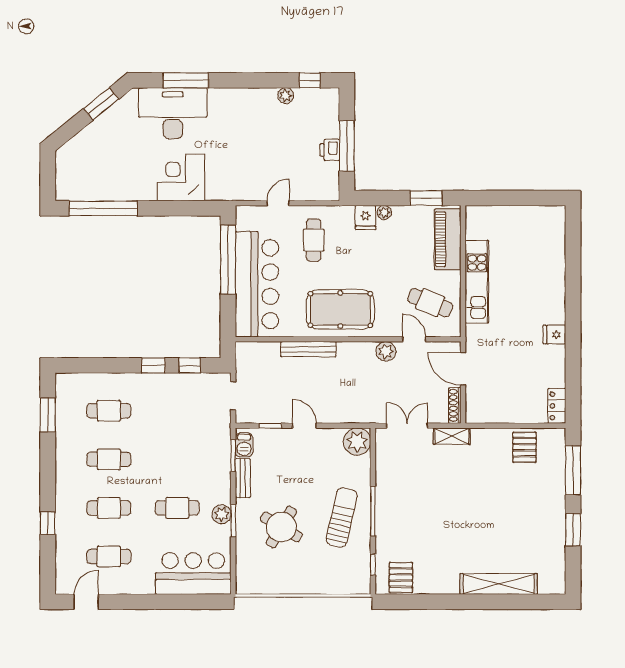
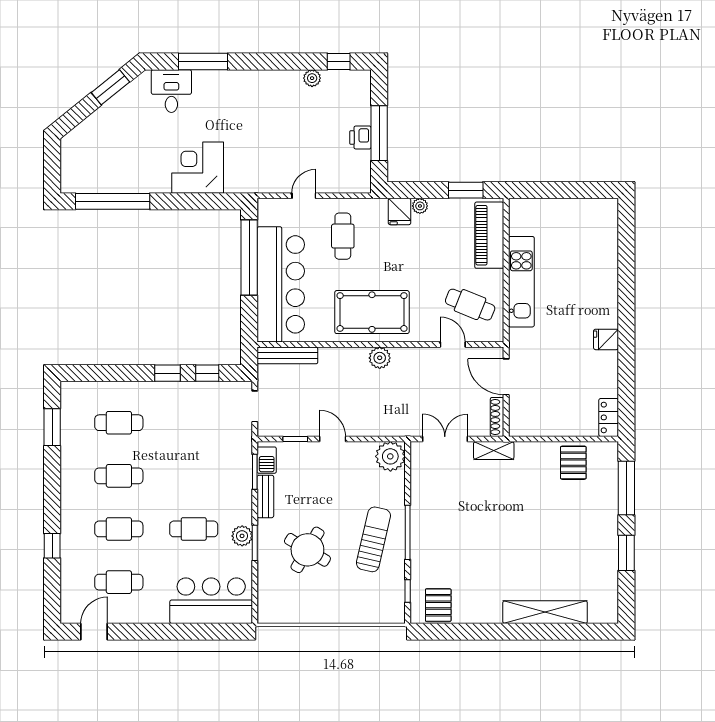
desk: (173, 113) -> (171, 91), width x0.53, depth x0.77
bench: (308, 349) -> (287, 355), moved
plant: (386, 351) -> (380, 358), moved

